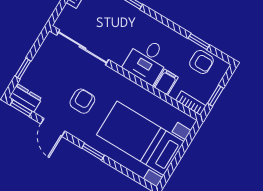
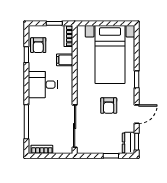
desk: (147, 60) -> (43, 85), moved, turned 180
armchair: (201, 62) -> (38, 45), turned 180
armchair: (82, 101) -> (109, 106), turned -90

